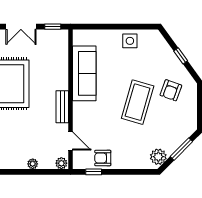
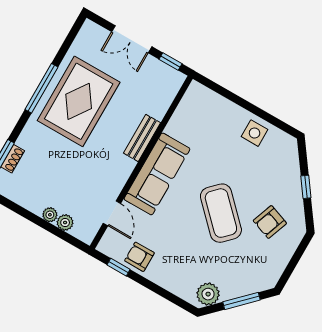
sofa: (84, 73) -> (157, 174), moved
coffee table: (138, 102) -> (221, 213), turned -61
bench: (62, 107) -> (142, 138), moved
plant: (61, 163) -> (65, 223), moved

